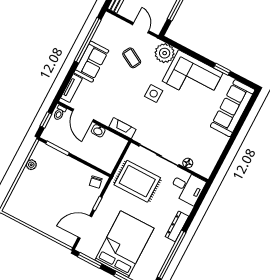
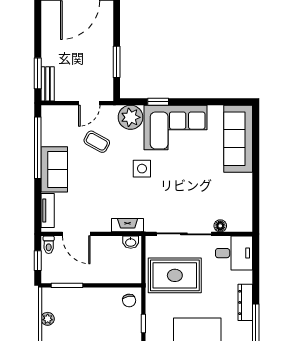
door: (141, 28) -> (89, 103), swing flipped
window: (222, 69) -> (158, 102), moved
washbasin: (98, 131) -> (131, 242), moved

